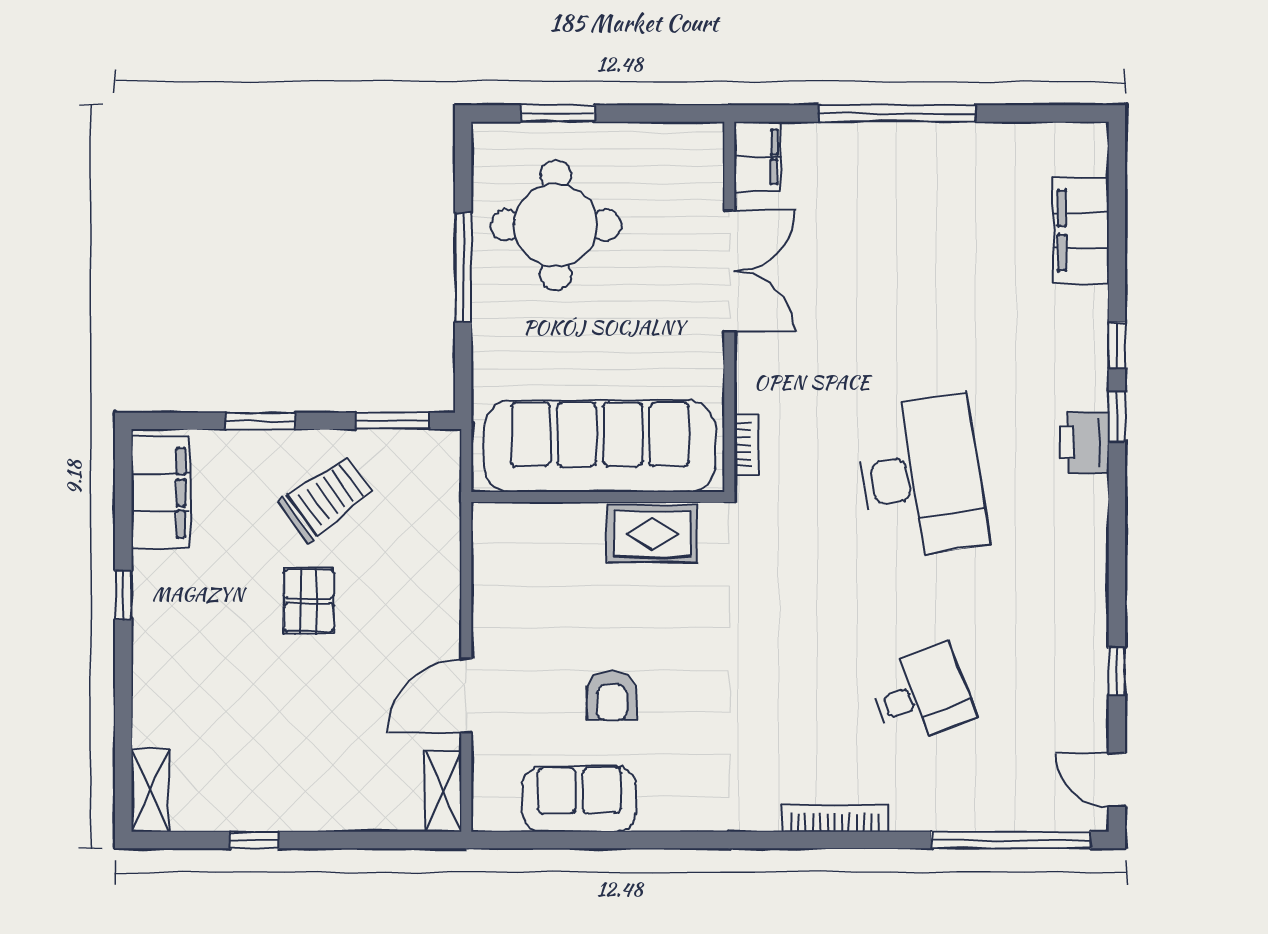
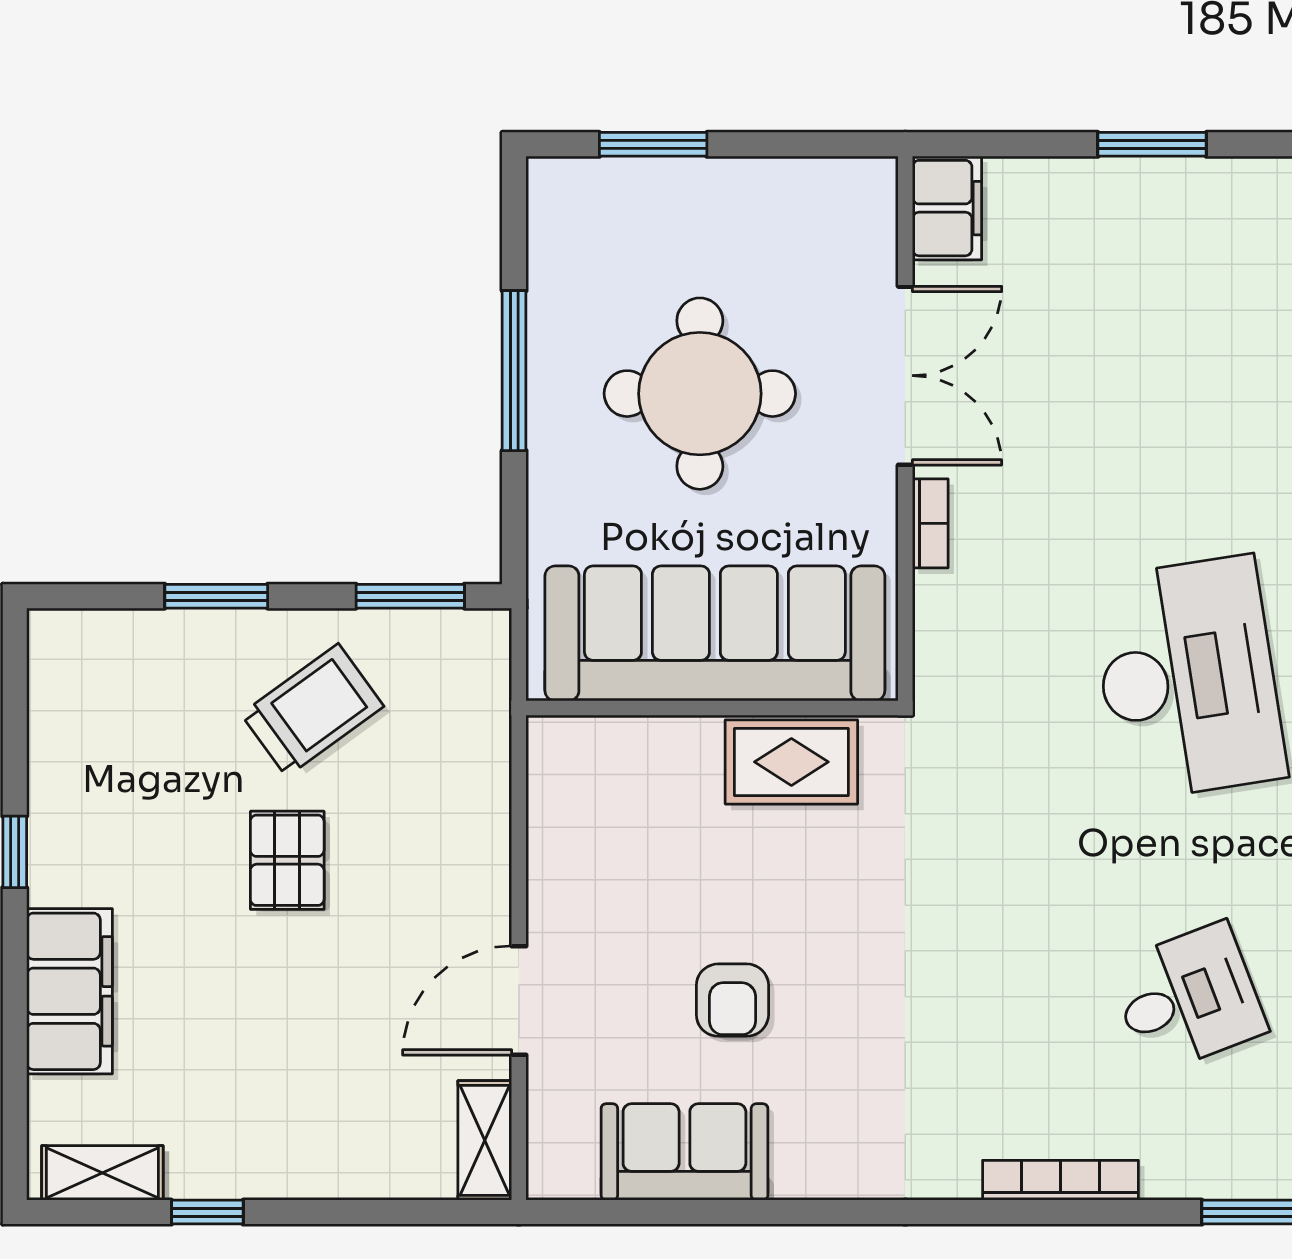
window: (897, 113) -> (1152, 144), width x0.47
round table: (556, 225) -> (700, 394), moved
bookcase: (746, 444) -> (930, 523), moved
filing cabinet: (161, 493) -> (69, 991), moved
shelving: (150, 791) -> (102, 1173), moved, turned 90

